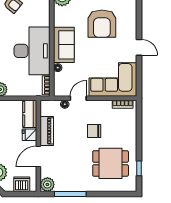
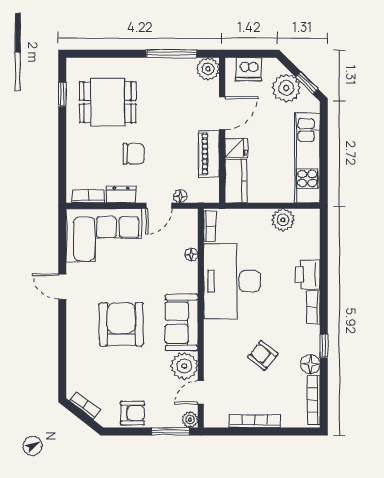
sofa: (64, 45) -> (182, 323), moved
dresser: (102, 105) -> (121, 195), added

